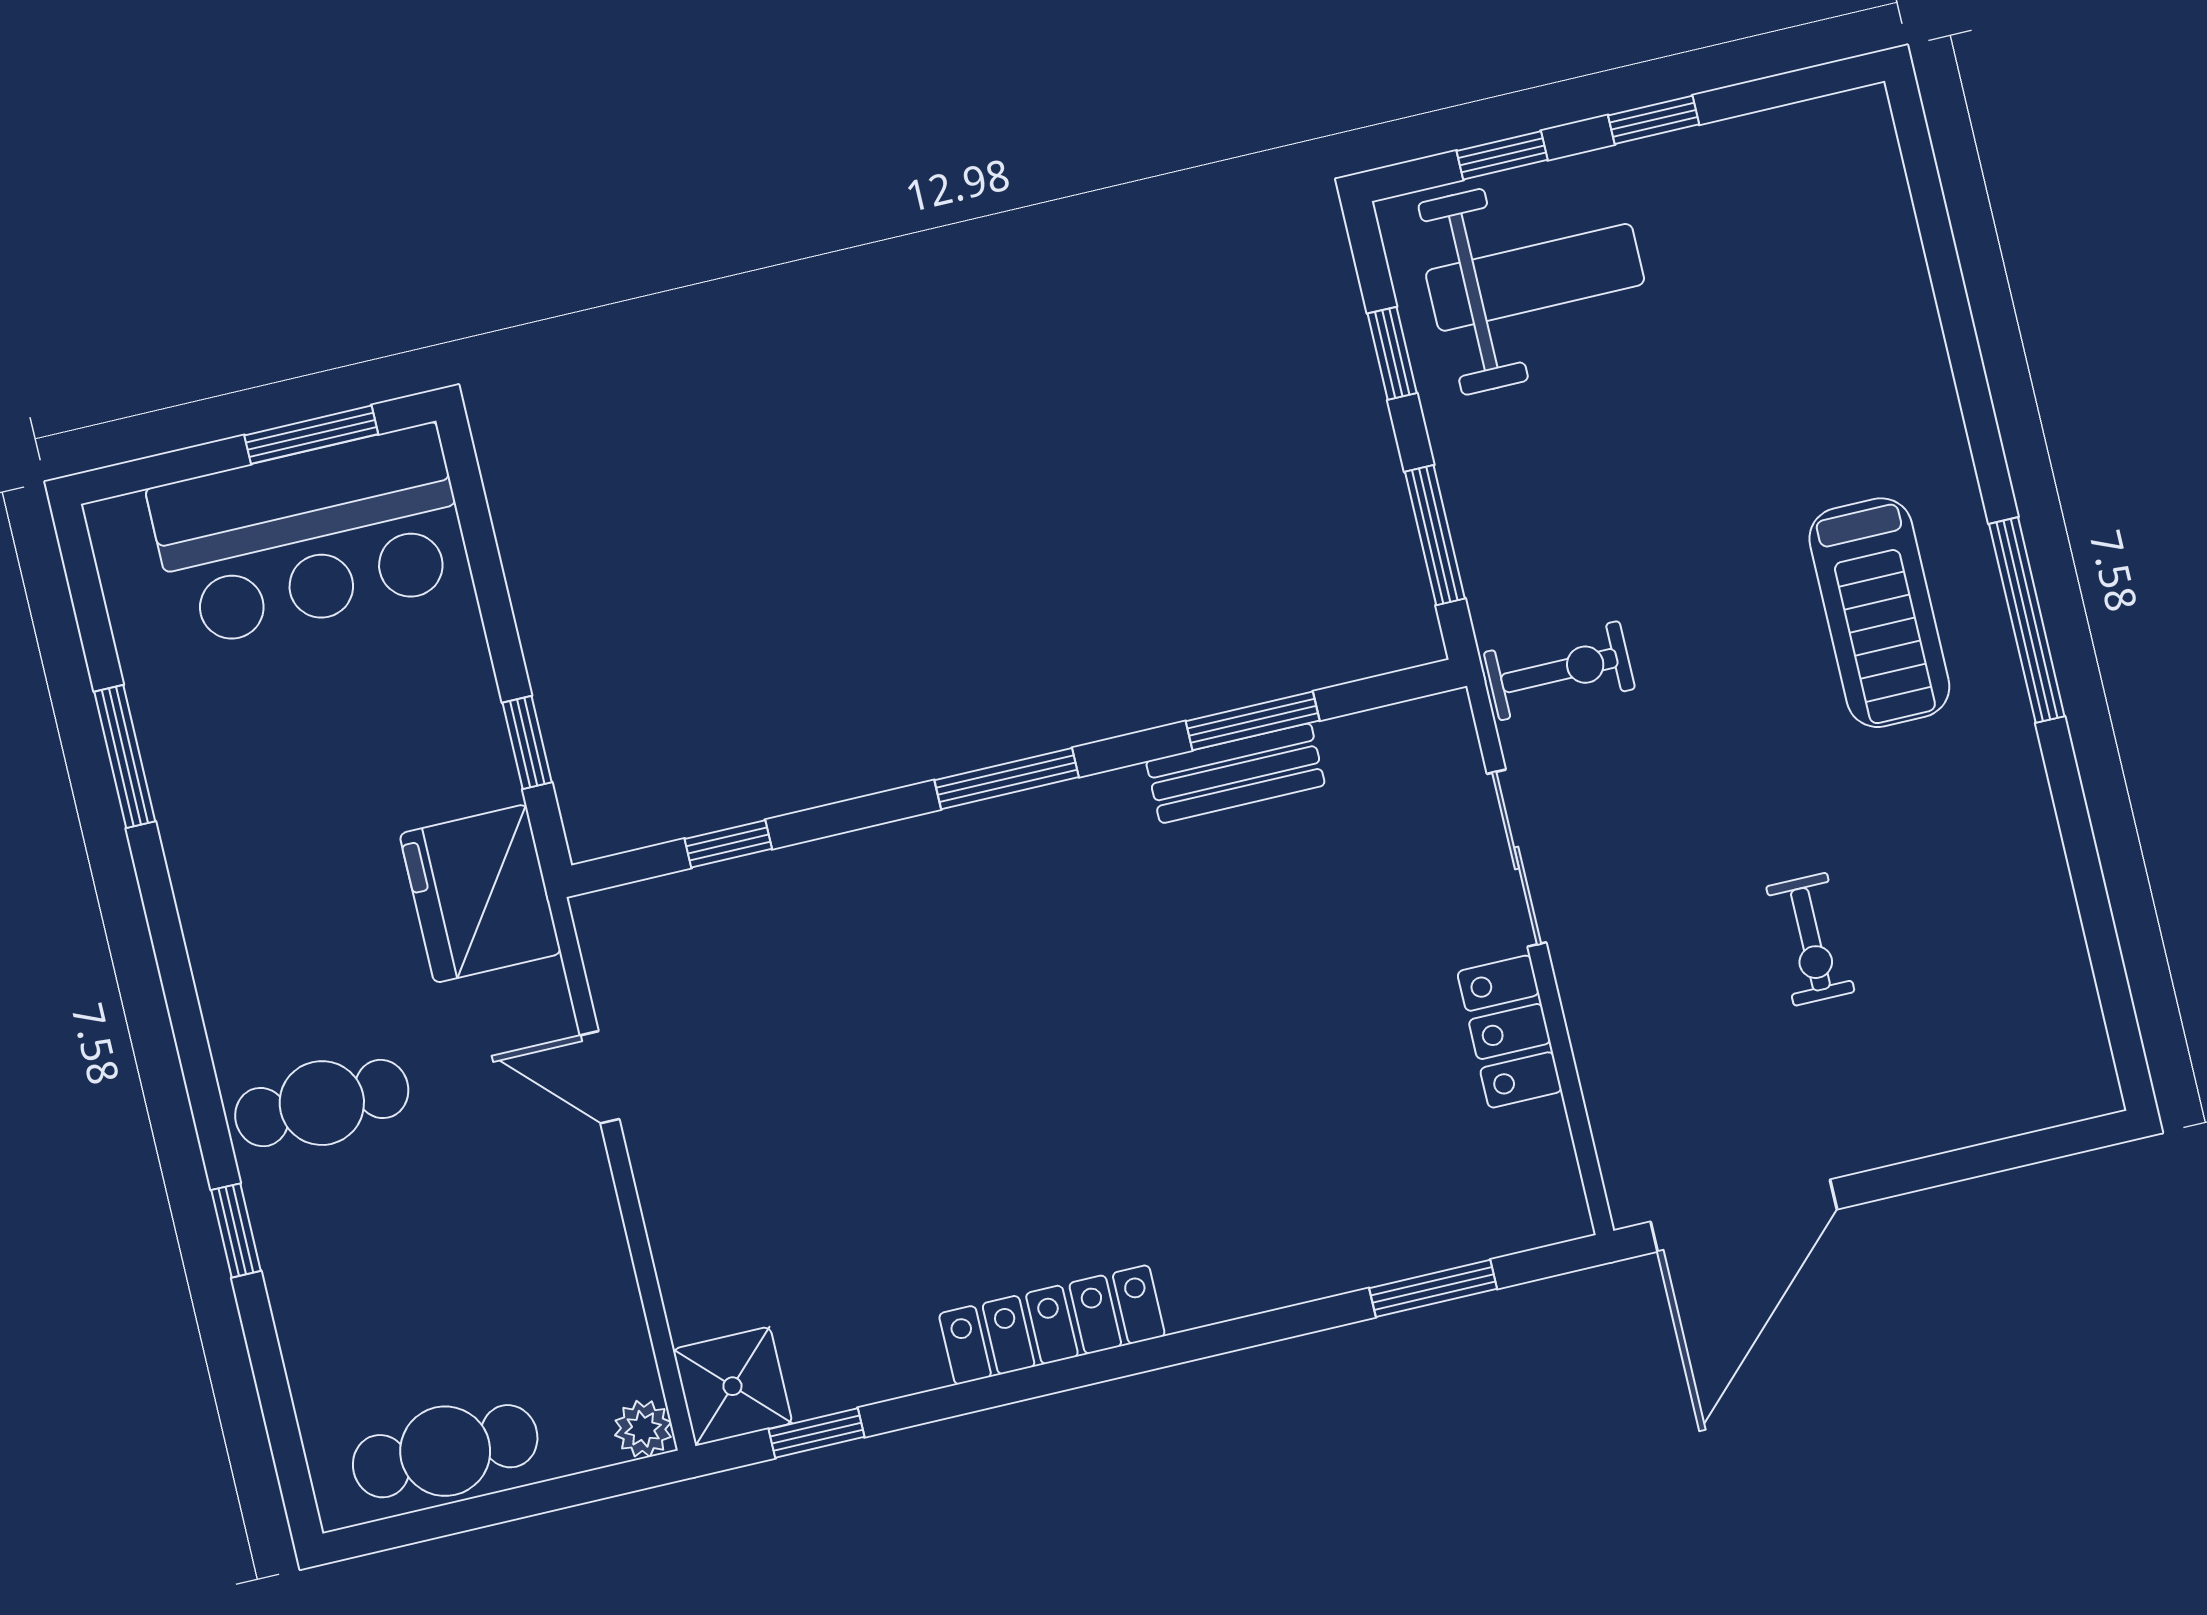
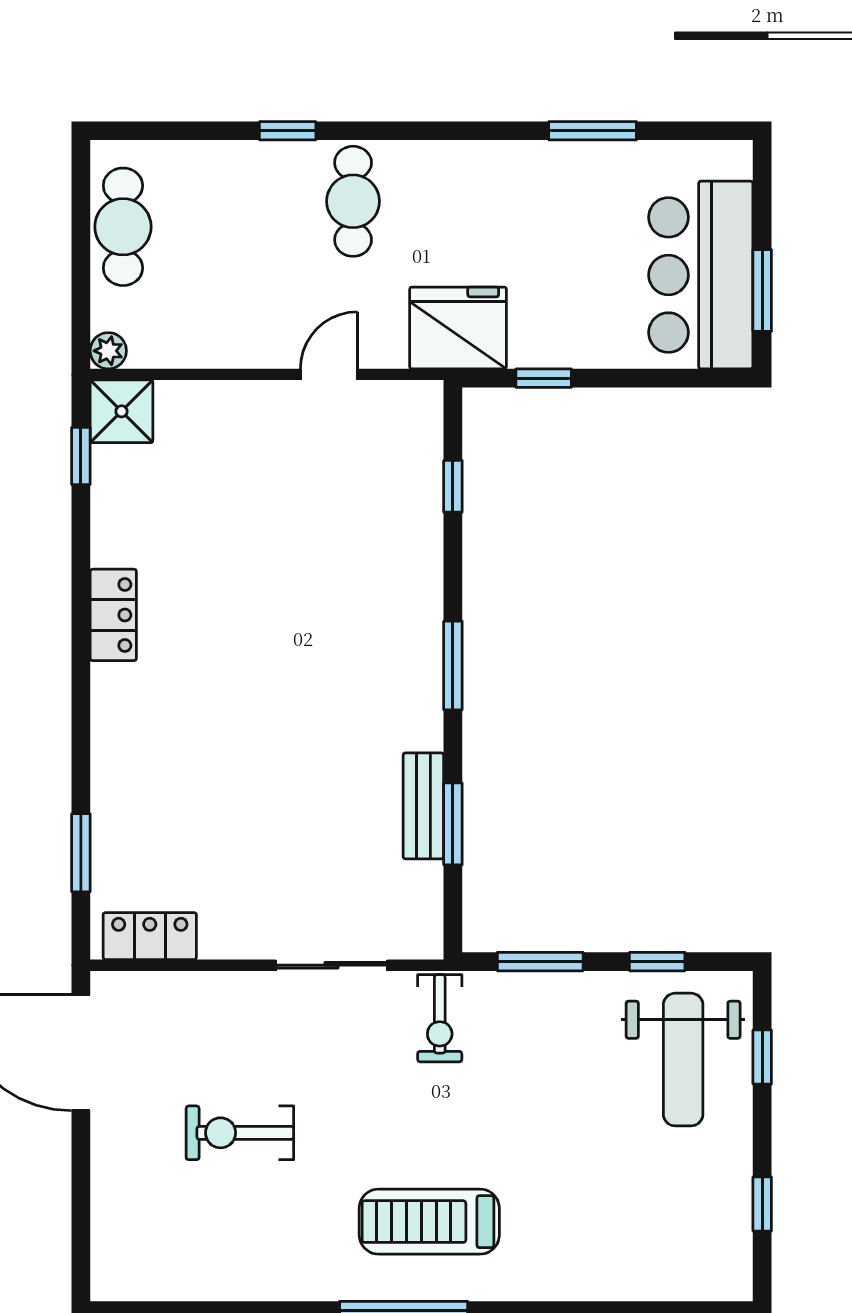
window: (1654, 120) -> (762, 1204), moved
exercise bike: (1810, 939) -> (240, 1133), width x1.38, depth x1.39
locker: (1510, 1032) -> (150, 936), moved
locker: (1052, 1325) -> (113, 615), width x0.66

